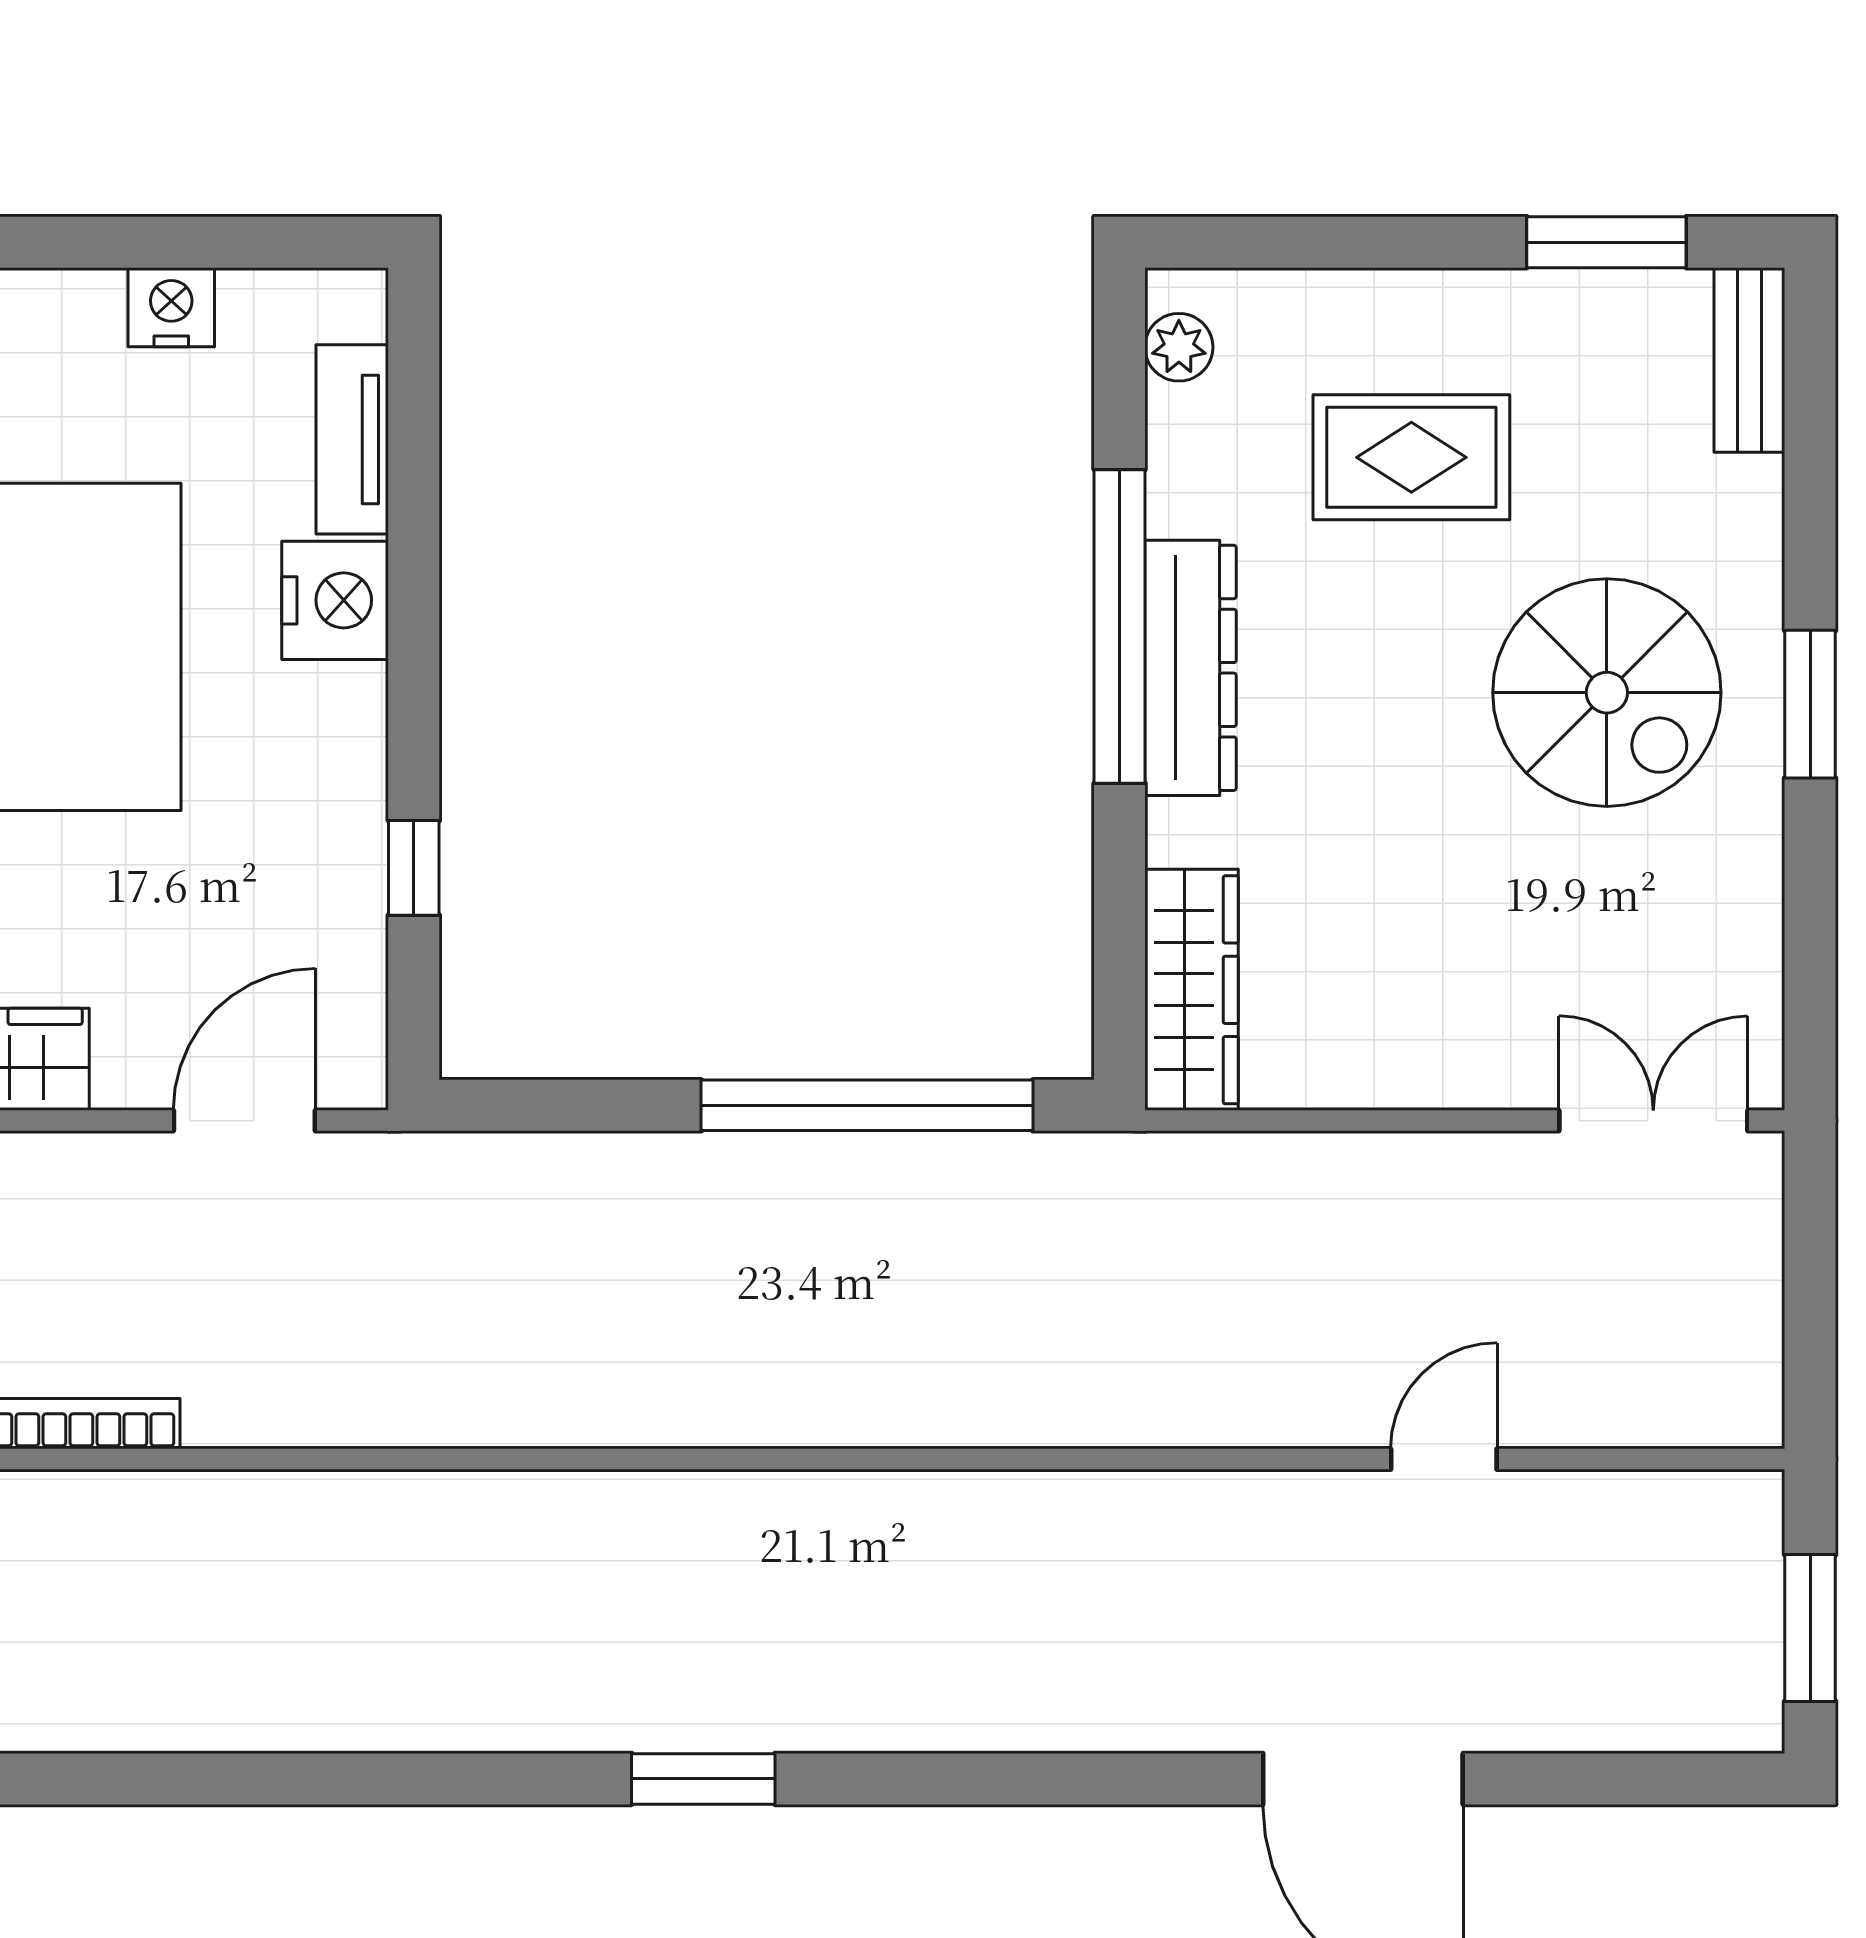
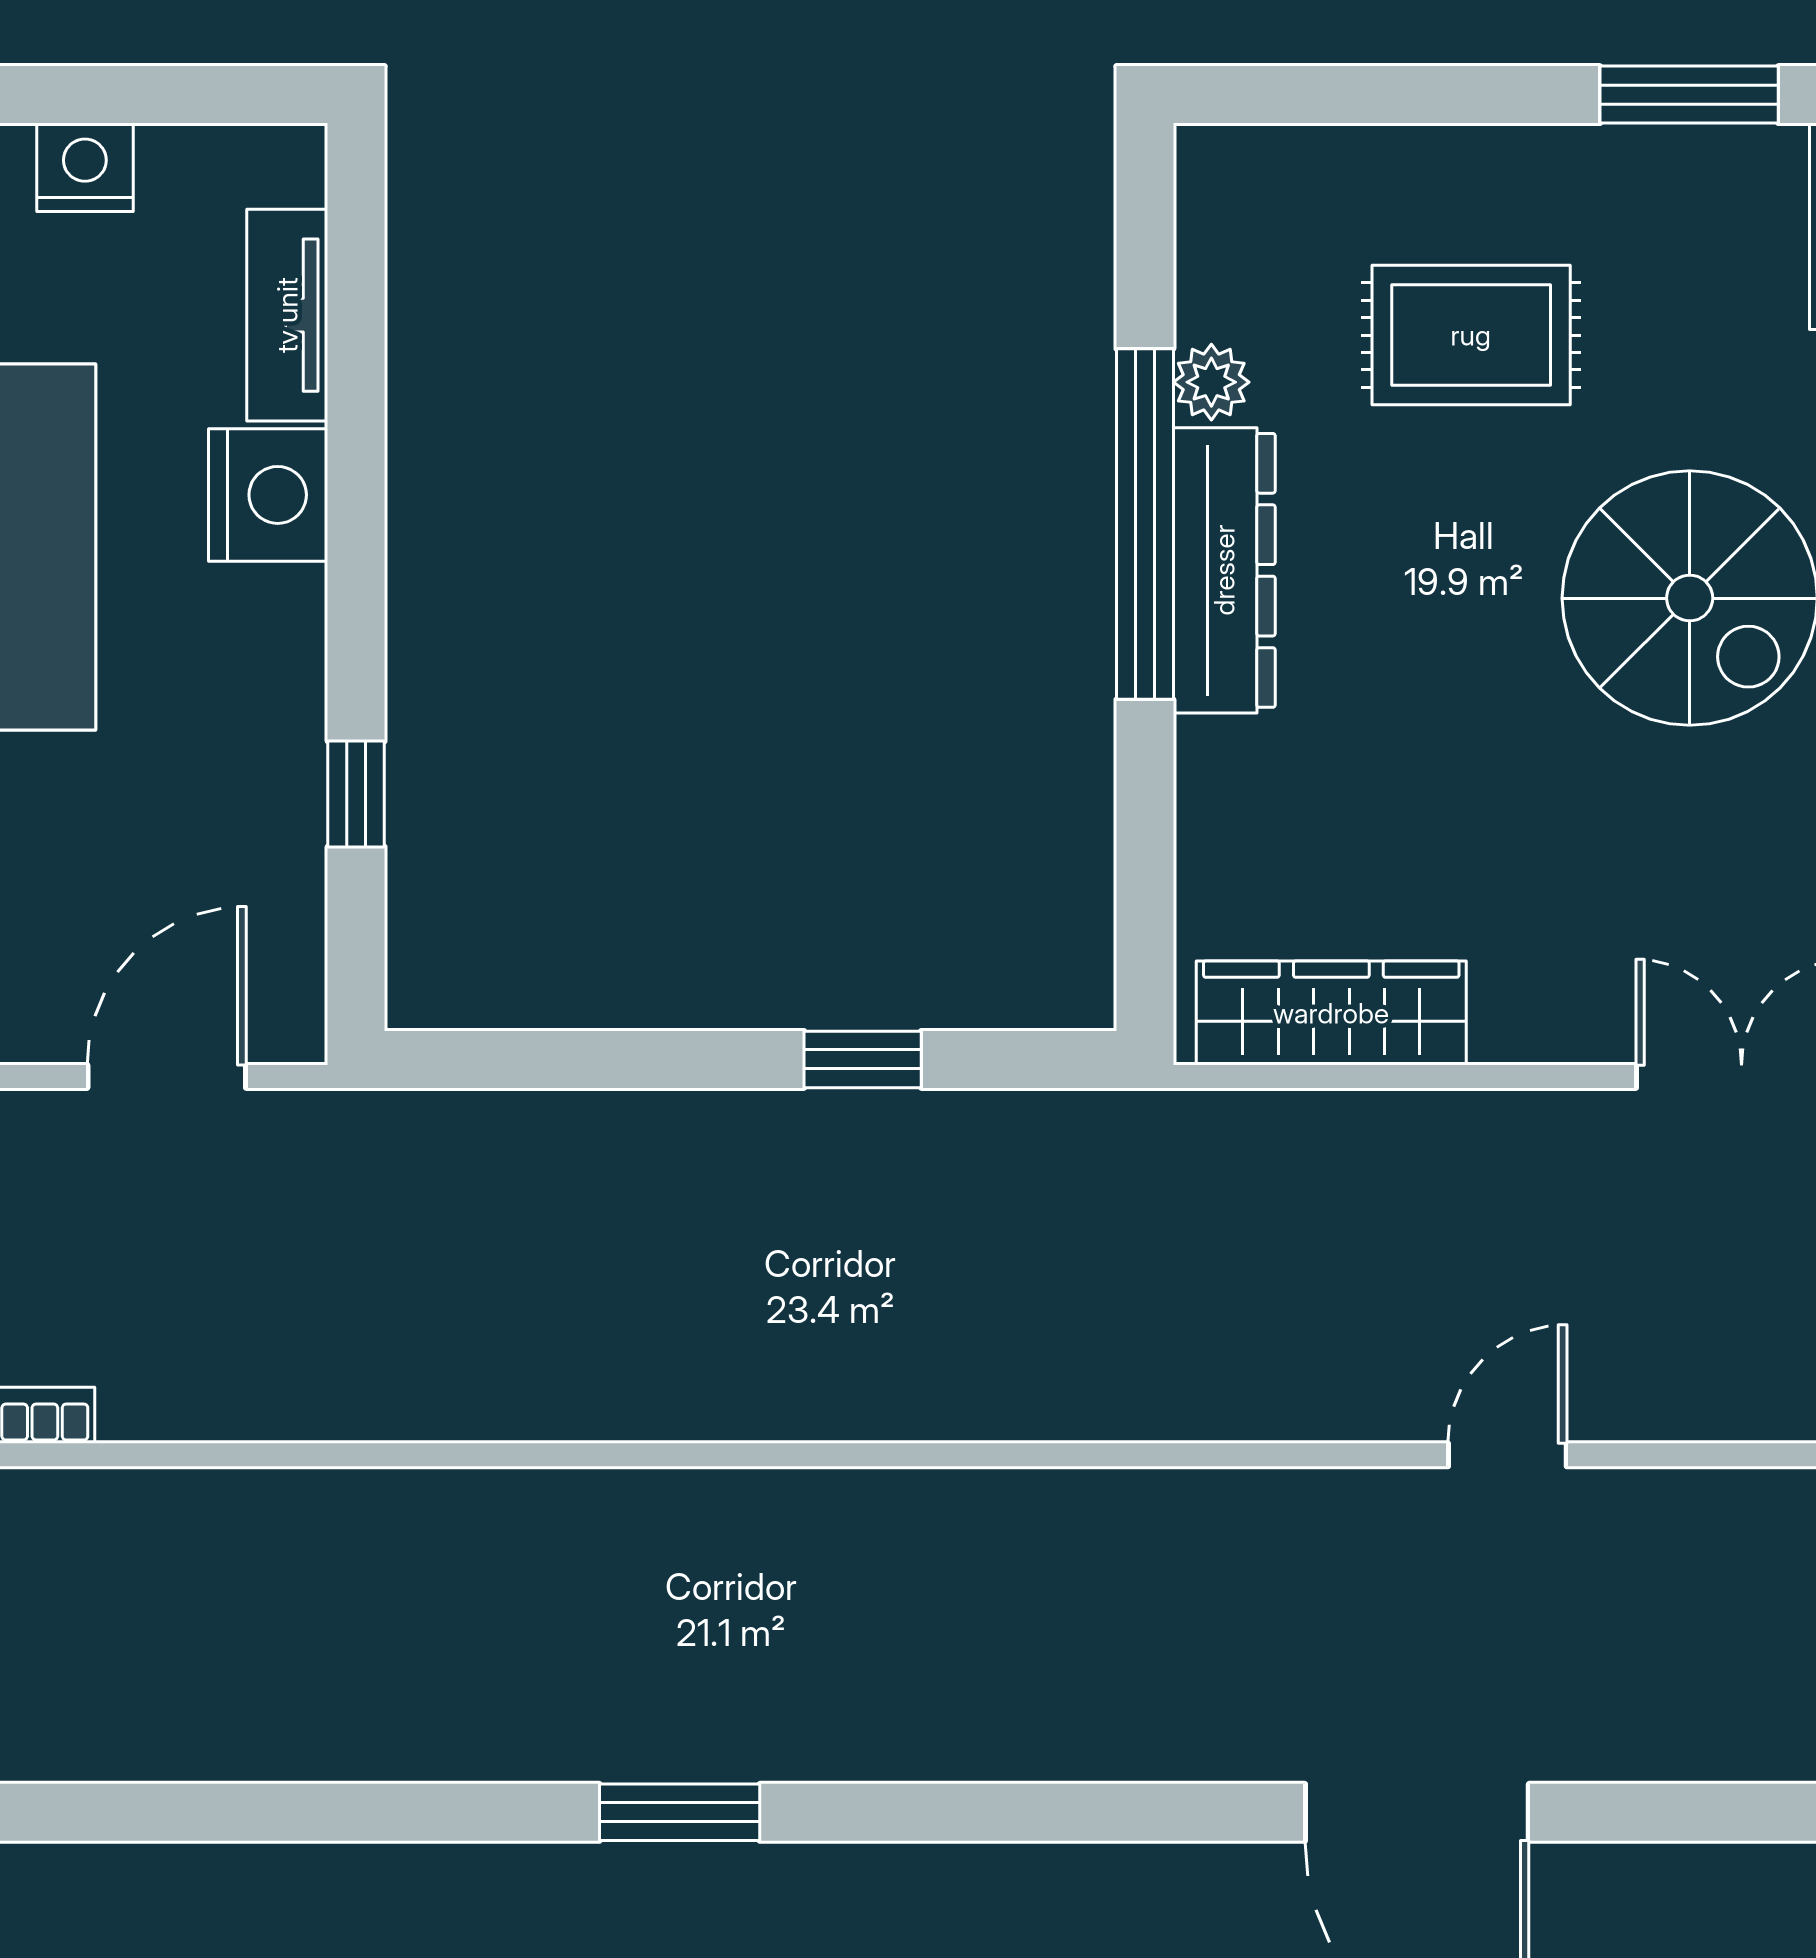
plant: (1179, 347) -> (1211, 382), moved
wardrobe: (1192, 990) -> (1331, 1013), moved, turned -90
window: (867, 1105) -> (863, 1059), width x0.32

